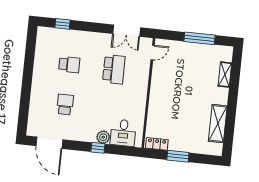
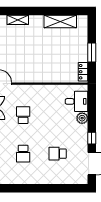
school desk: (69, 65) -> (23, 154), turned 180
school desk: (114, 69) -> (23, 115), width x0.54
window: (98, 148) -> (92, 138), moved

